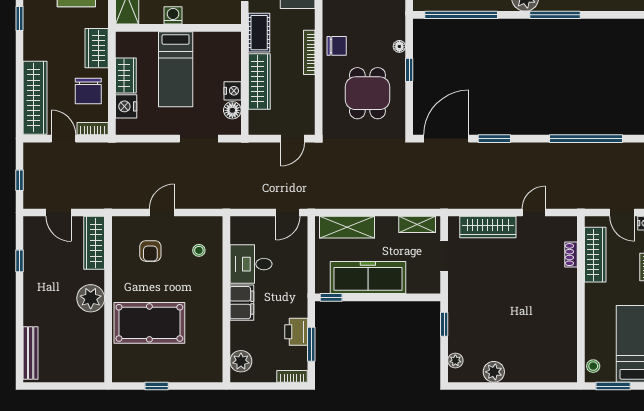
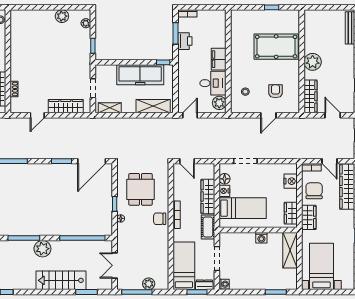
bed: (176, 69) -> (243, 208), moved, turned 90
wardrobe: (126, 75) -> (291, 213), moved
door: (293, 139) -> (187, 161), swing flipped
plant: (241, 361) -> (219, 103), moved

